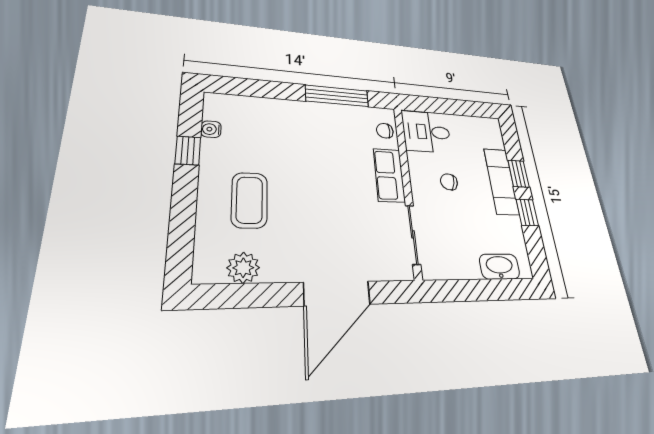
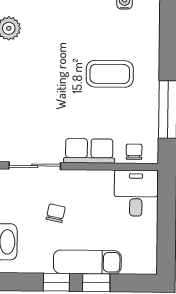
chair: (449, 182) -> (56, 213), moved
coffee table: (249, 200) -> (110, 74), moved

